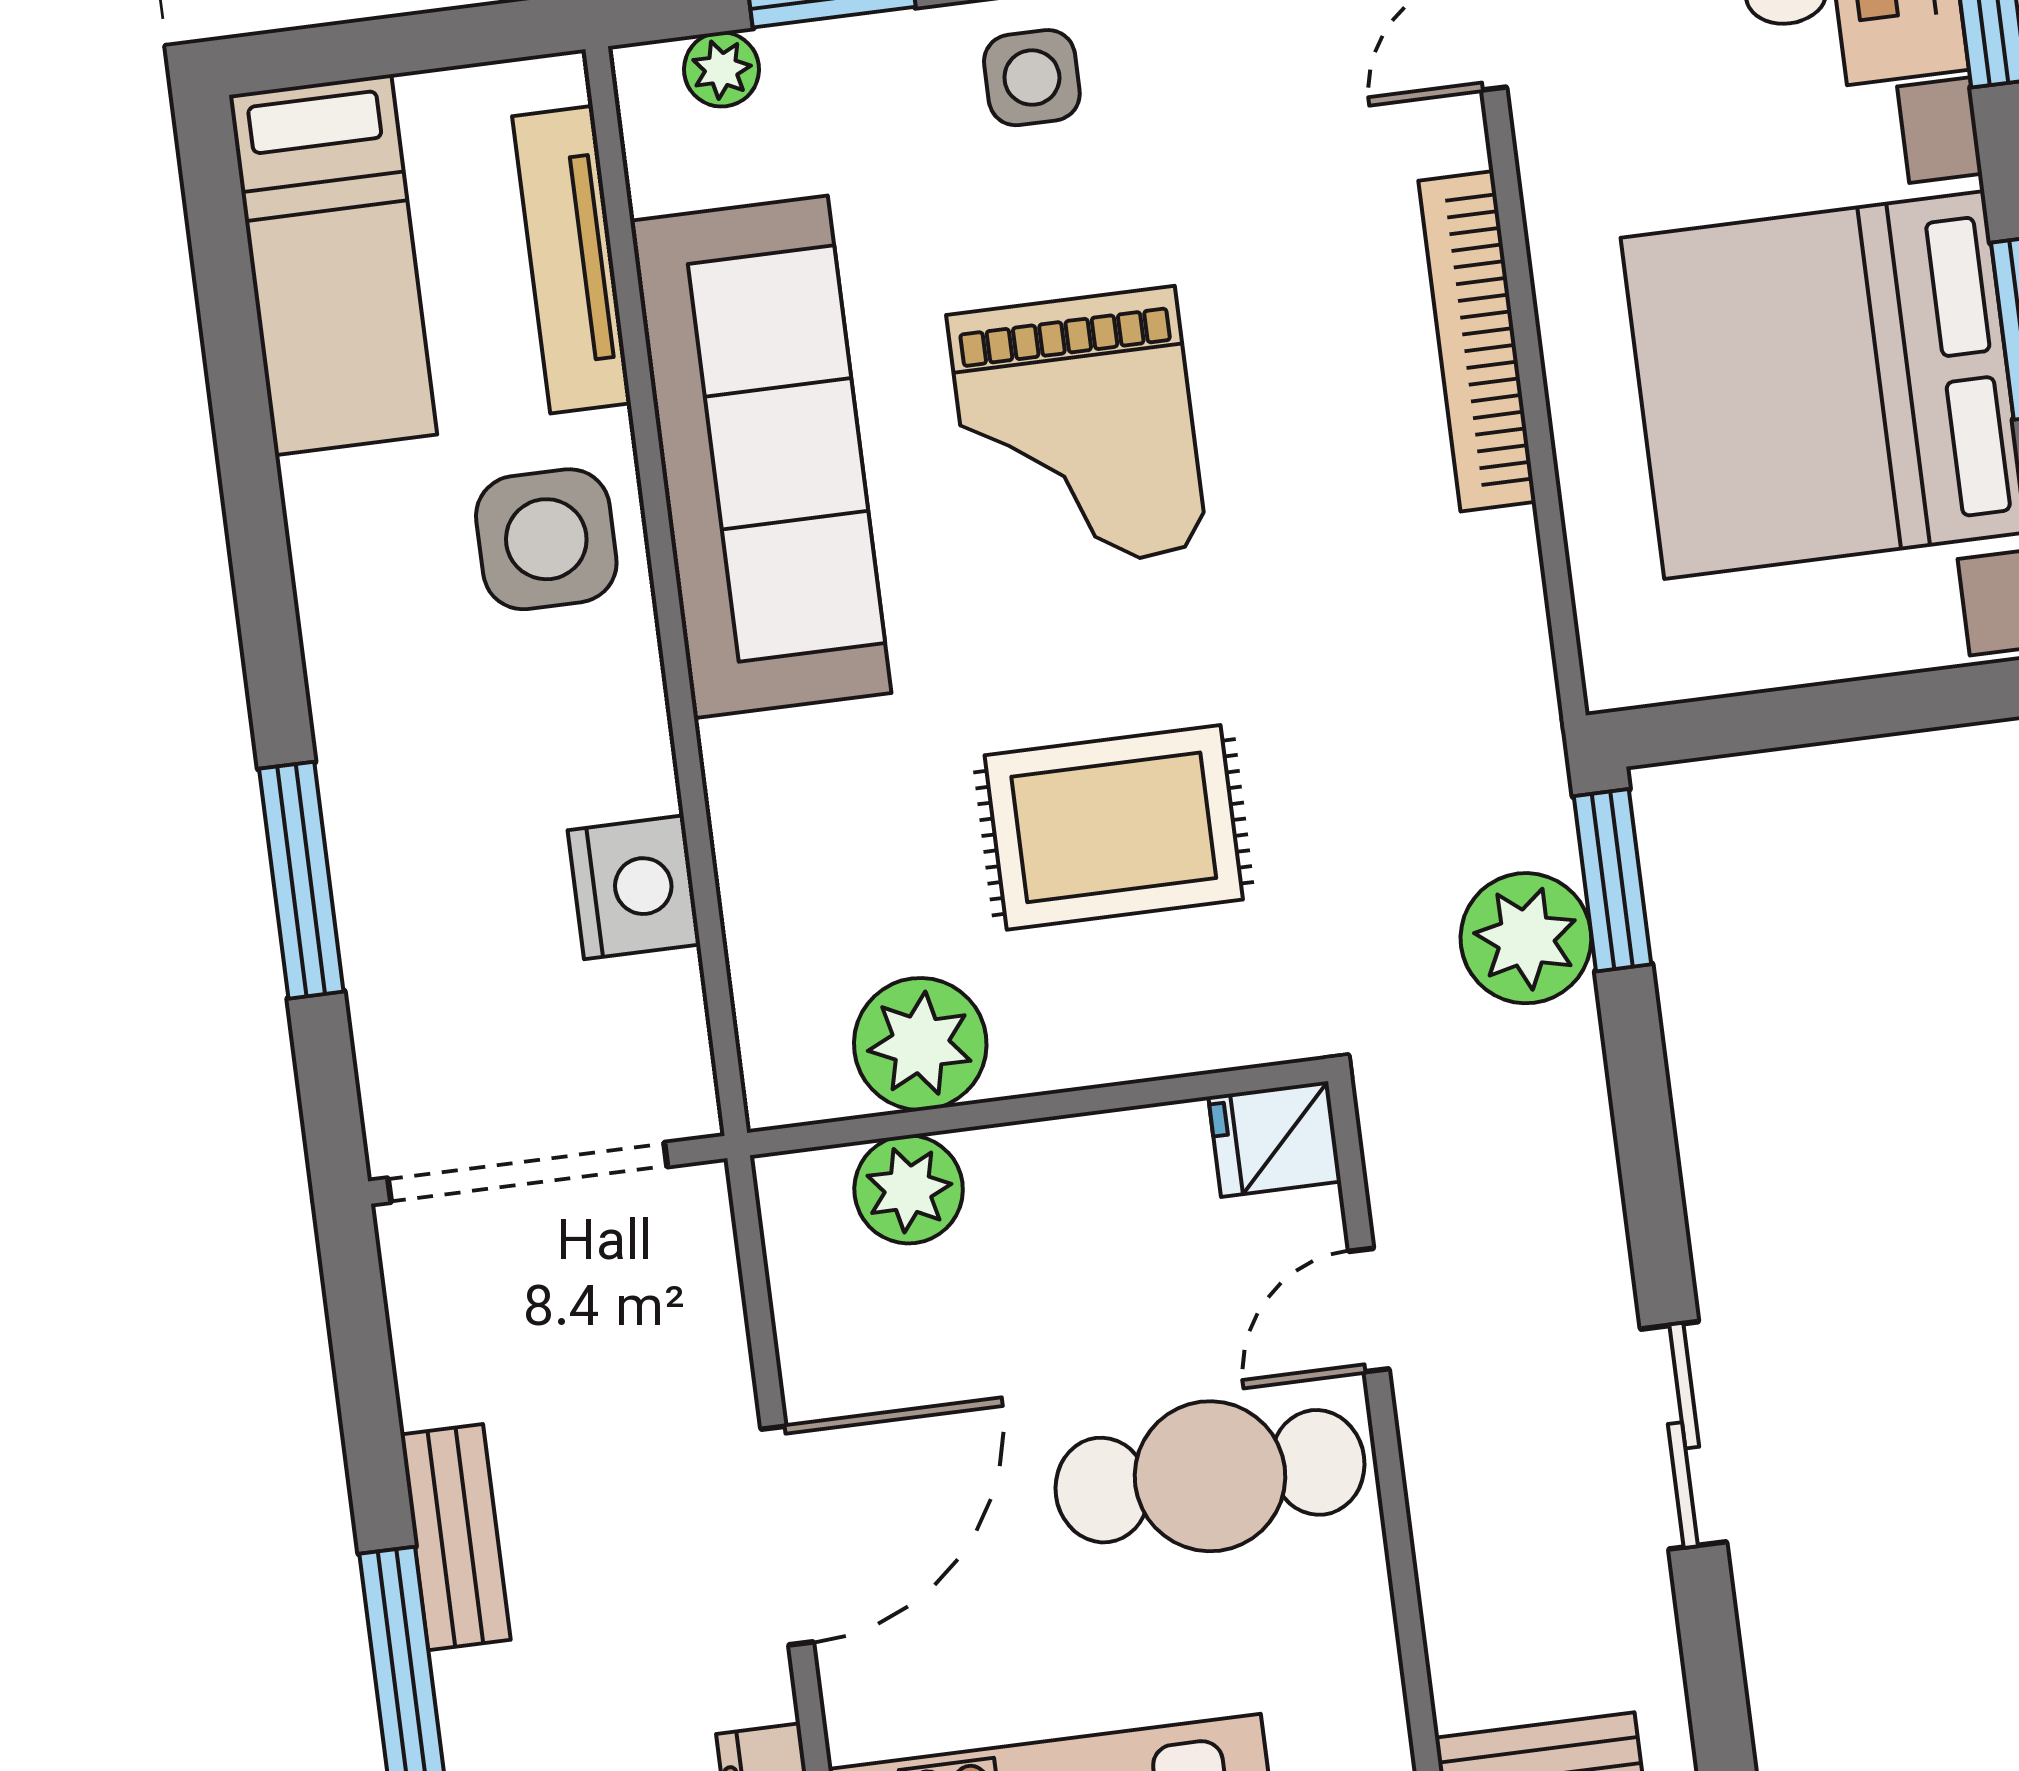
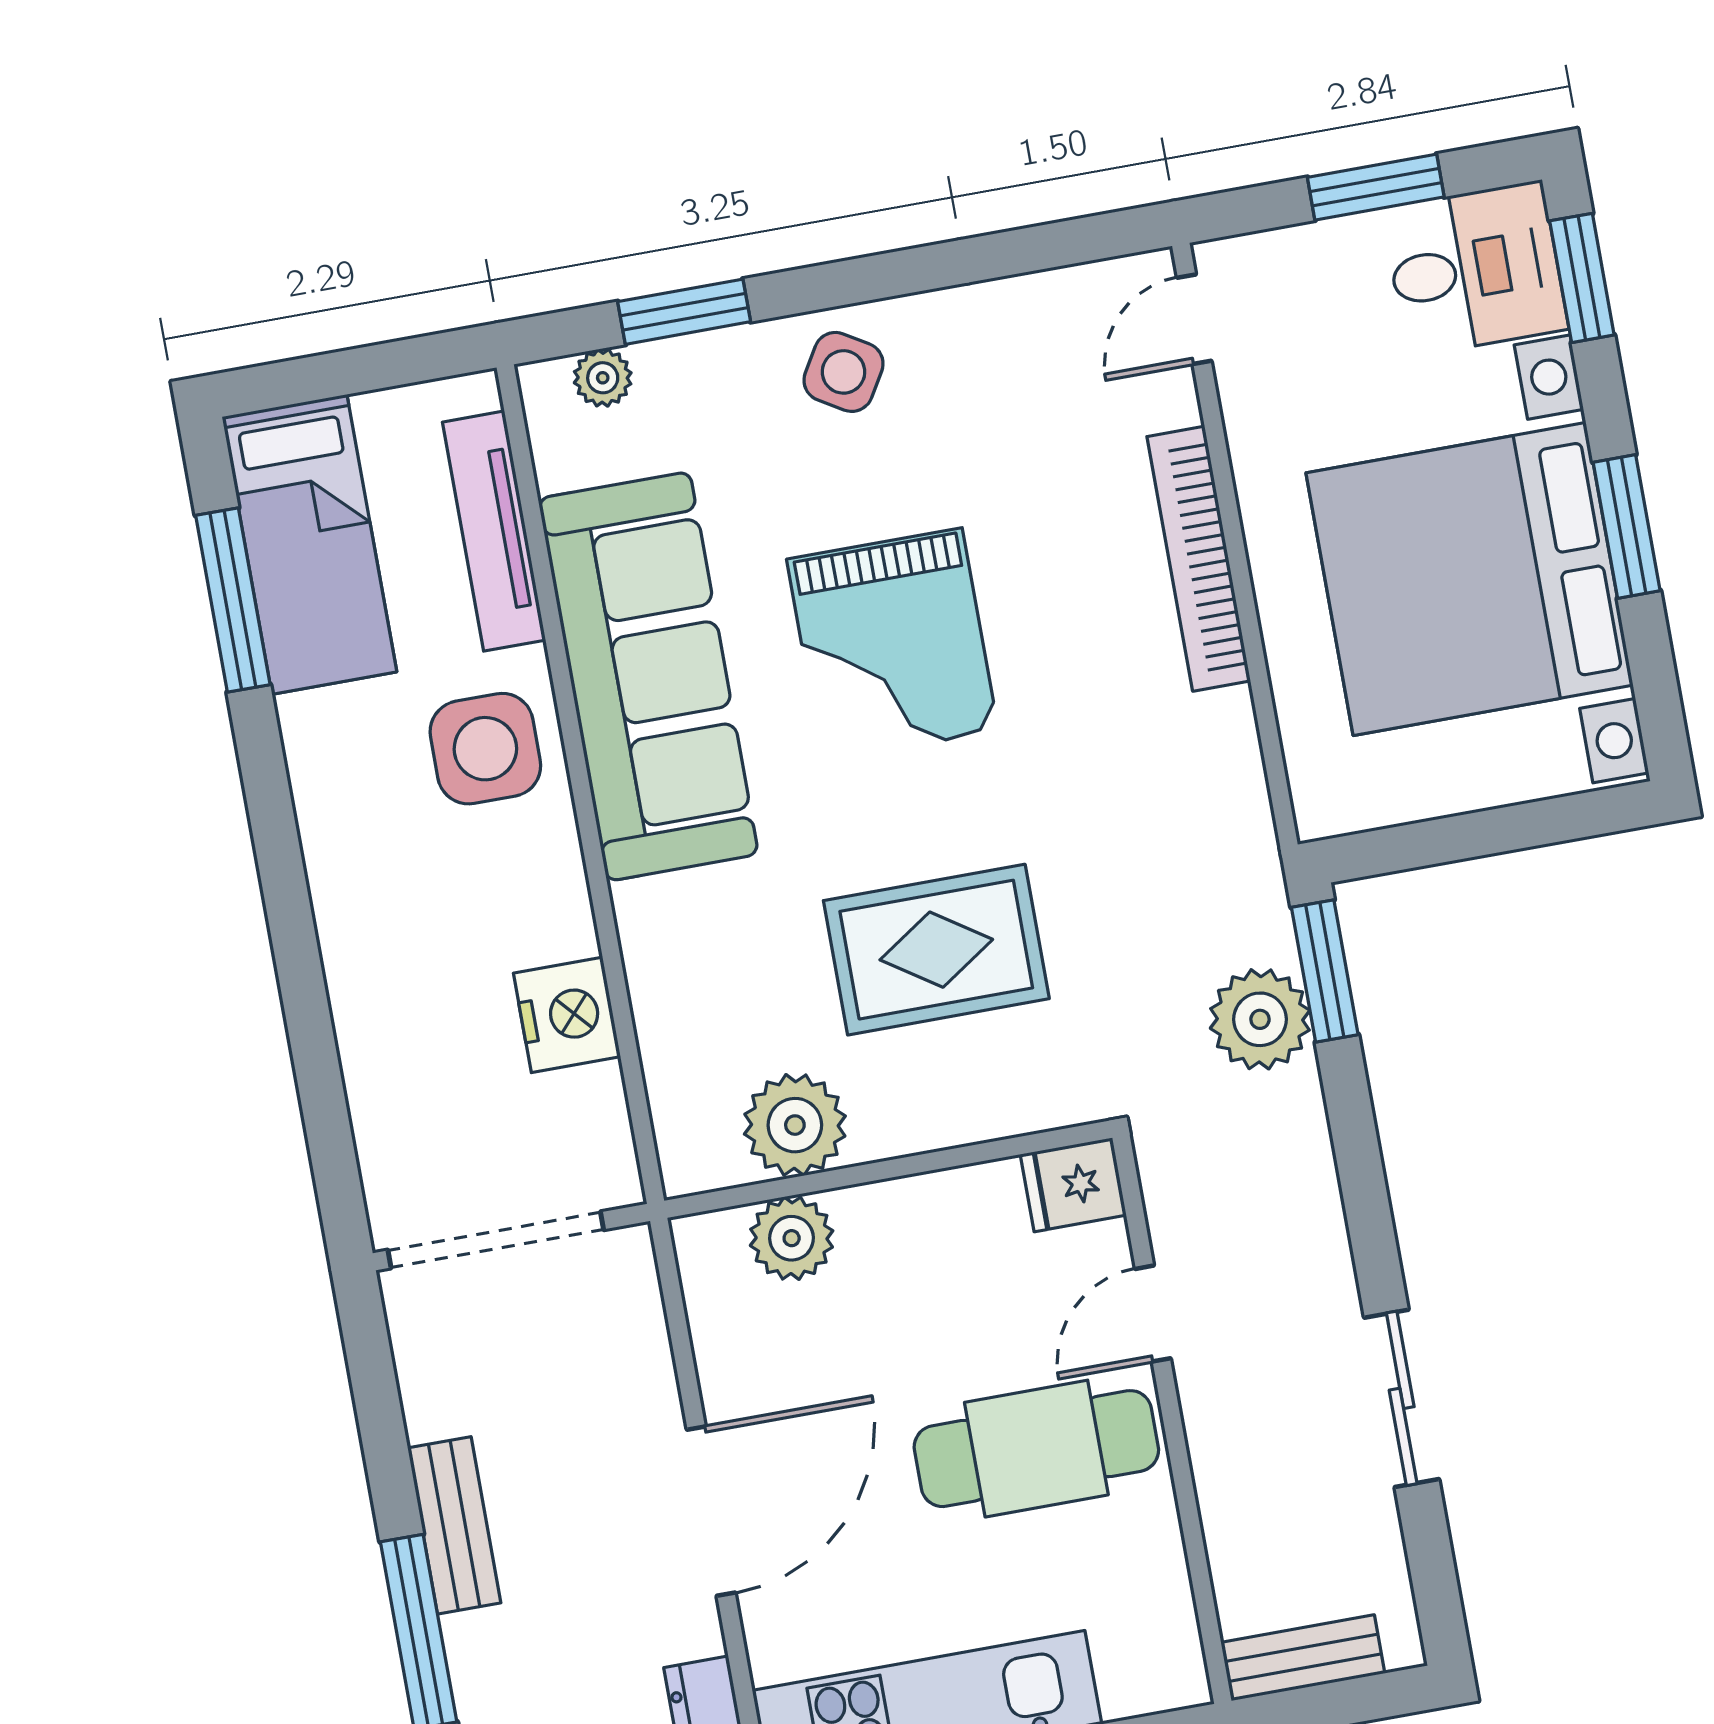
side table: (1032, 78) -> (844, 372), turned 31
window: (301, 880) -> (233, 600), moved

